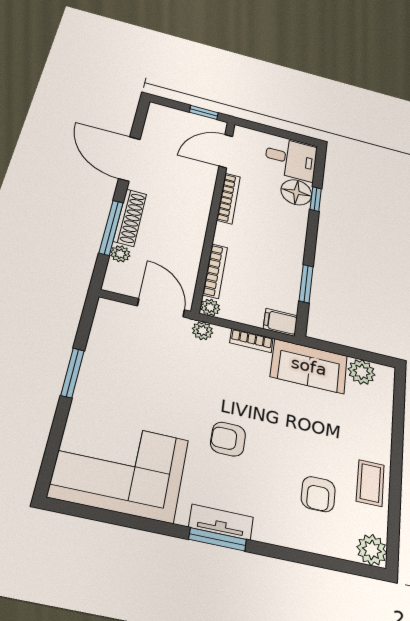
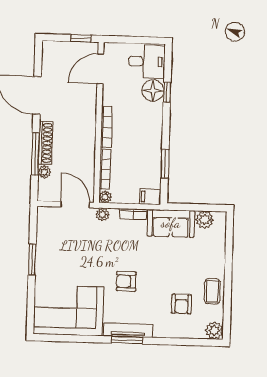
bookcase: (228, 198) -> (106, 127), moved
tv unit: (221, 522) -> (128, 330), width x1.41

